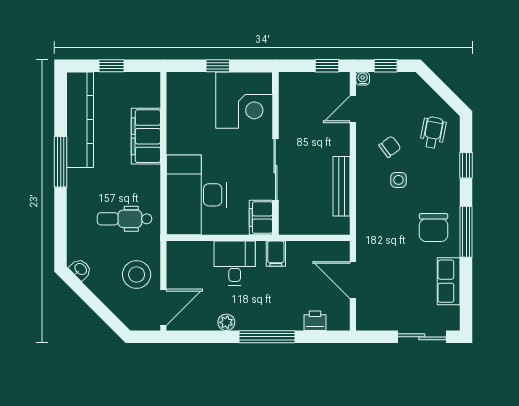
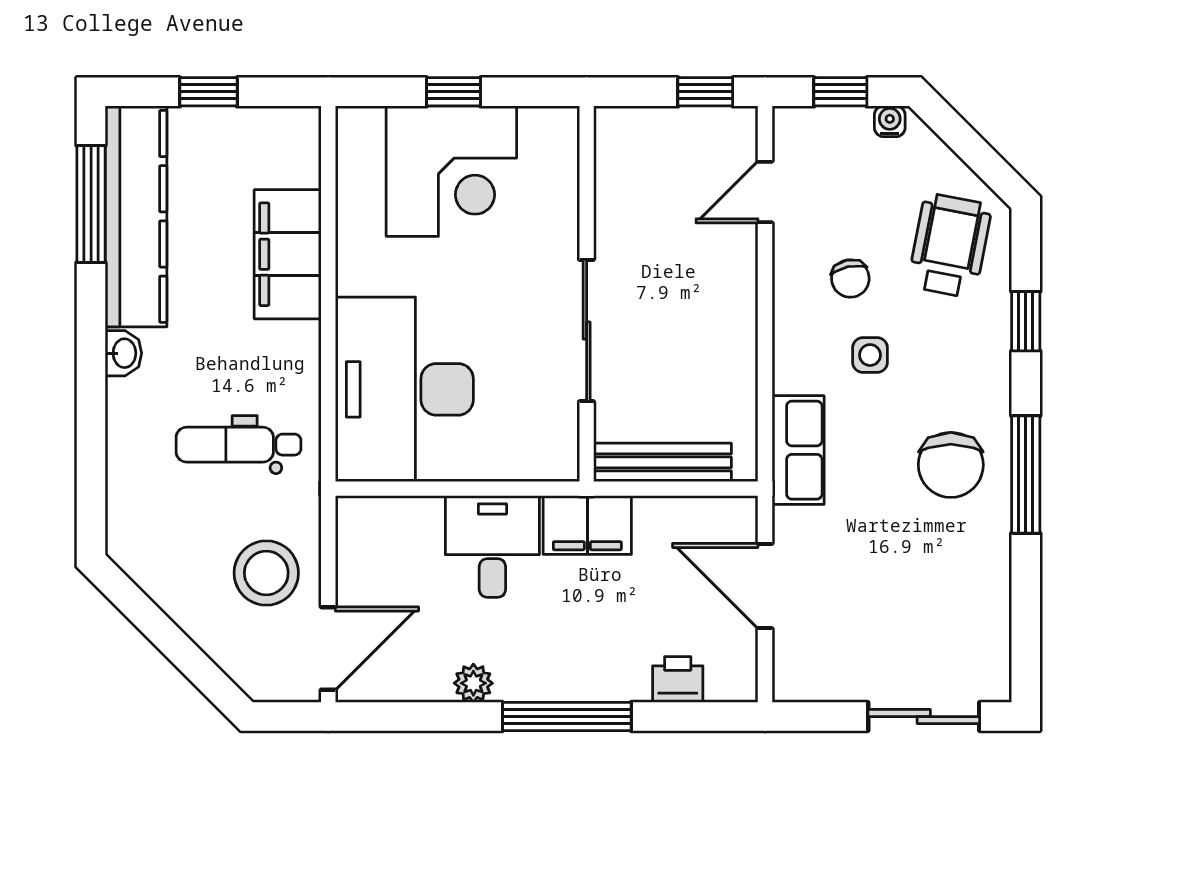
water cooler: (363, 79) -> (890, 121), moved
corner desk: (244, 100) -> (451, 171), moved
wheelchair: (433, 132) -> (950, 246), width x1.36, depth x1.37
chair: (390, 147) -> (850, 278), turned 115
window: (61, 162) -> (91, 204), moved
bench: (342, 186) -> (662, 462), moved, turned 90
filing cabinet: (261, 218) -> (553, 442), removed
filing cabinet: (276, 254) -> (587, 525), width x2.00
washbasin: (80, 269) -> (123, 353), moved, turned 45
row of seats: (449, 281) -> (798, 450), moved, turned 180

